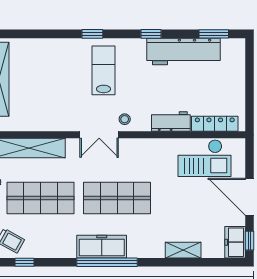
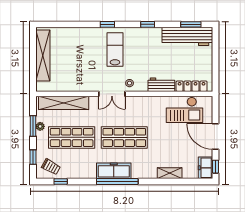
workbench: (183, 51) -> (187, 36), moved

